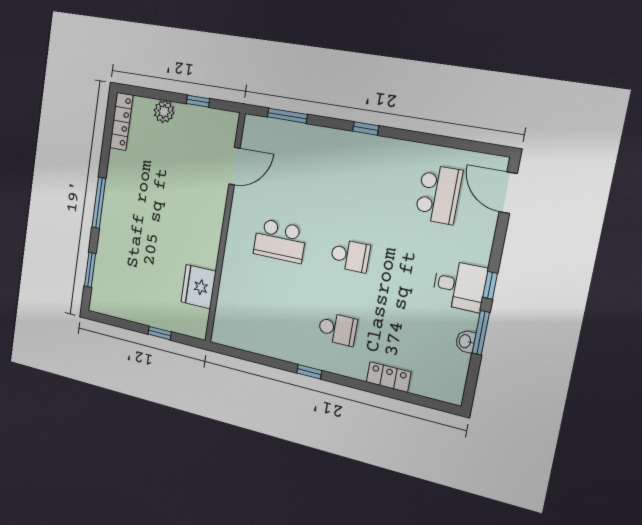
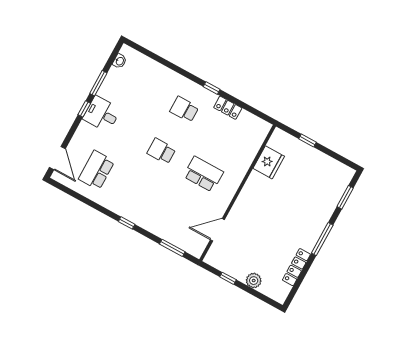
locker: (121, 121) -> (296, 267), moved
washbasin: (465, 341) -> (120, 61), moved
locker: (389, 377) -> (228, 108), moved

